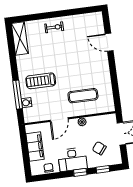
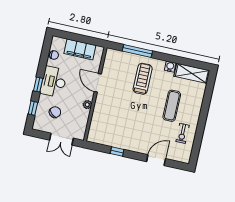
exercise bike: (54, 27) -> (183, 133), moved
window: (114, 80) -> (117, 151), added
exercise mat: (83, 96) -> (172, 106), moved
water cooler: (27, 103) -> (170, 67), moved

